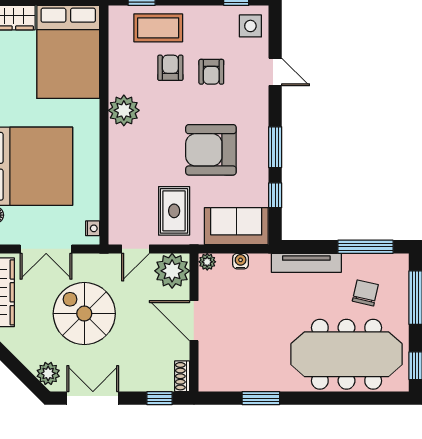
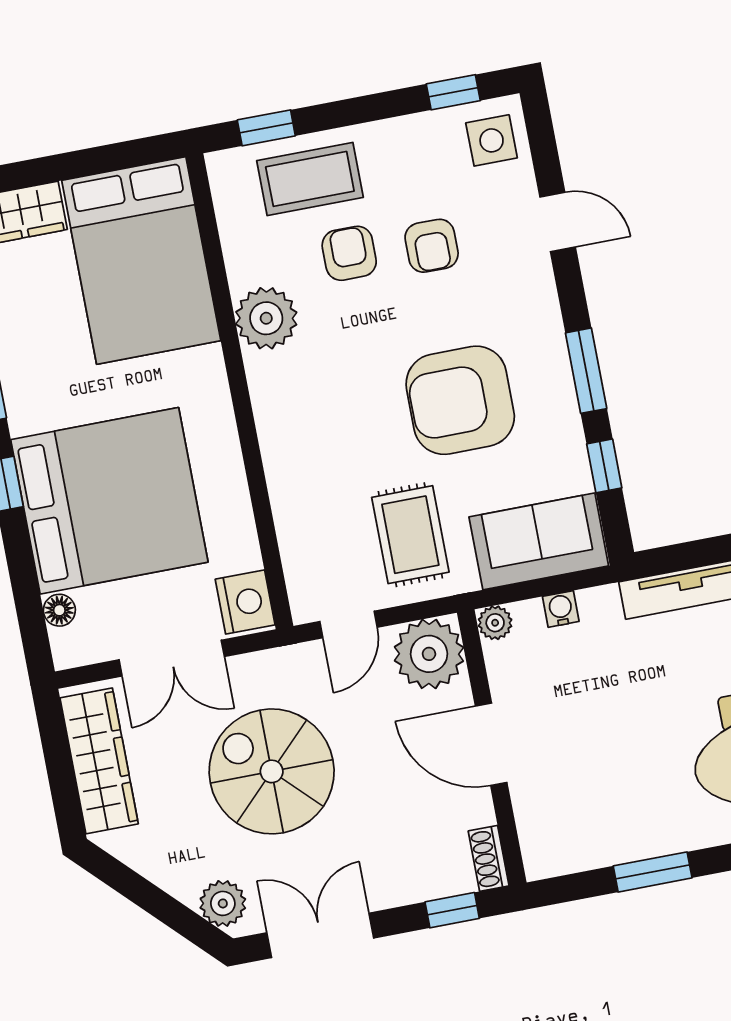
plant: (124, 110) -> (266, 318), moved
nightstand: (93, 228) -> (245, 602), width x1.89, depth x1.79

